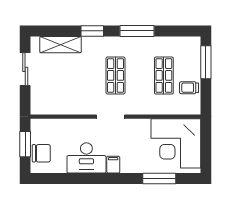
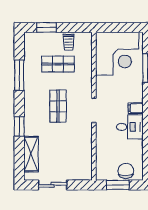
window: (137, 31) -> (19, 75), moved
window: (206, 62) -> (46, 27), width x0.69
shop shelf: (115, 75) -> (58, 106), turned 90
desk: (86, 158) -> (130, 127), width x0.73

